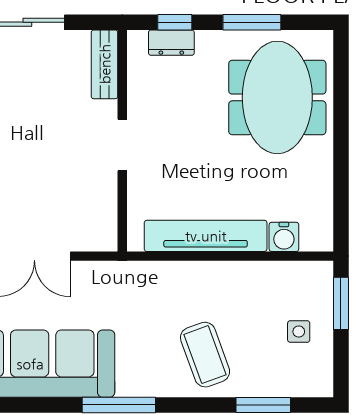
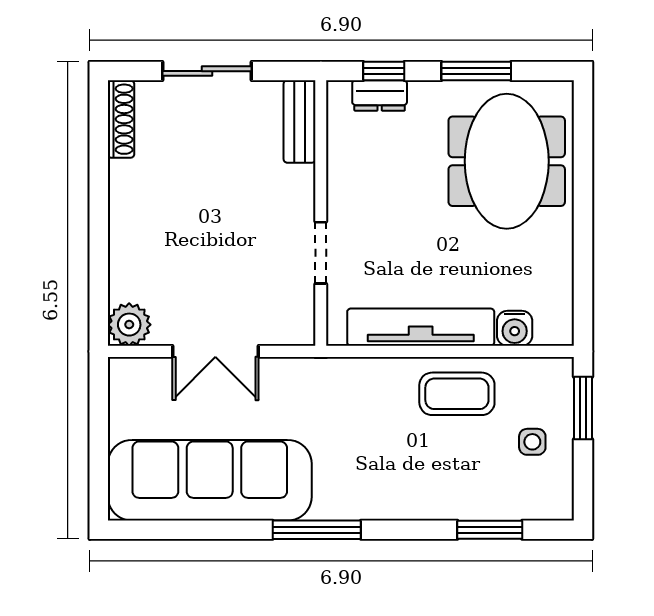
doorway: (122, 145) -> (321, 253), moved
coffee table: (205, 355) -> (457, 394), moved, turned -70

